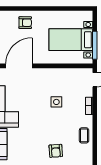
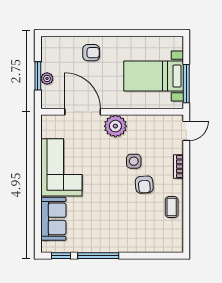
door: (19, 66) -> (83, 112), hinge flipped
plant: (43, 76) -> (115, 126), added
armchair: (56, 151) -> (144, 185), moved

